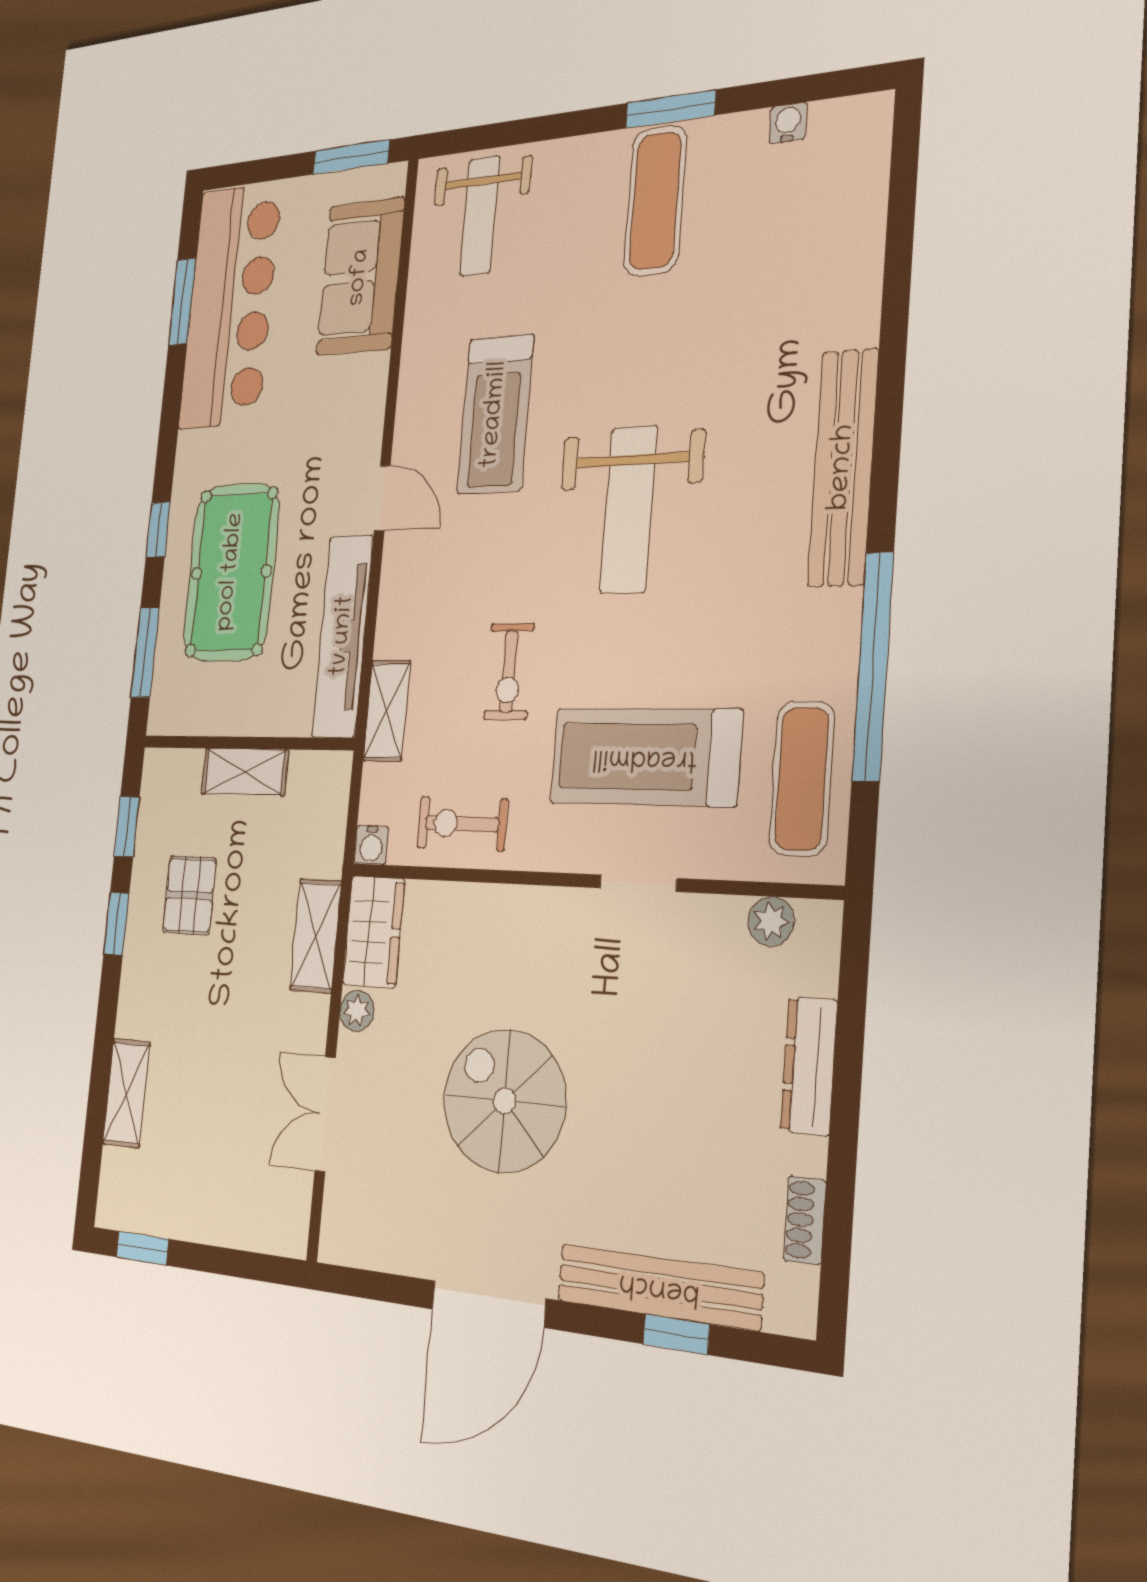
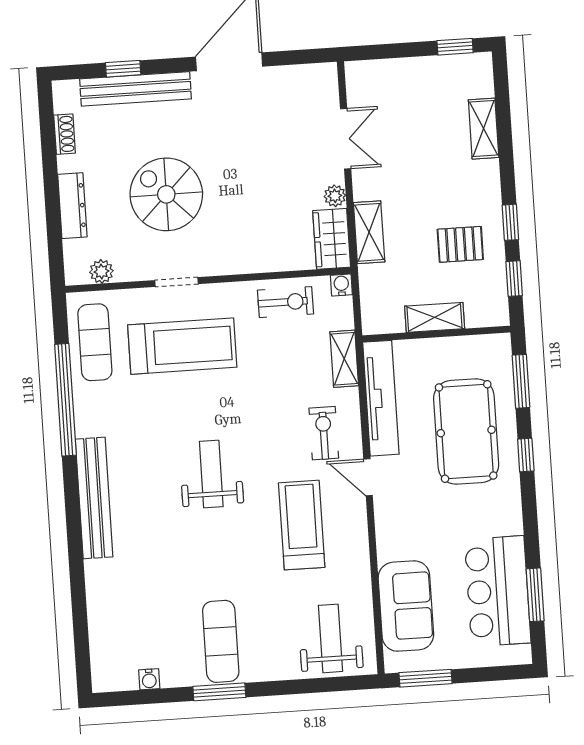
bar counter: (230, 306) -> (498, 591), width x0.73
weight bench: (629, 510) -> (211, 474), width x0.73, depth x0.75
exercise bike: (509, 672) -> (324, 433), moved
pallet: (189, 895) -> (460, 244), turned 90
spiral stairs: (504, 1101) -> (166, 194), moved, turned 180

